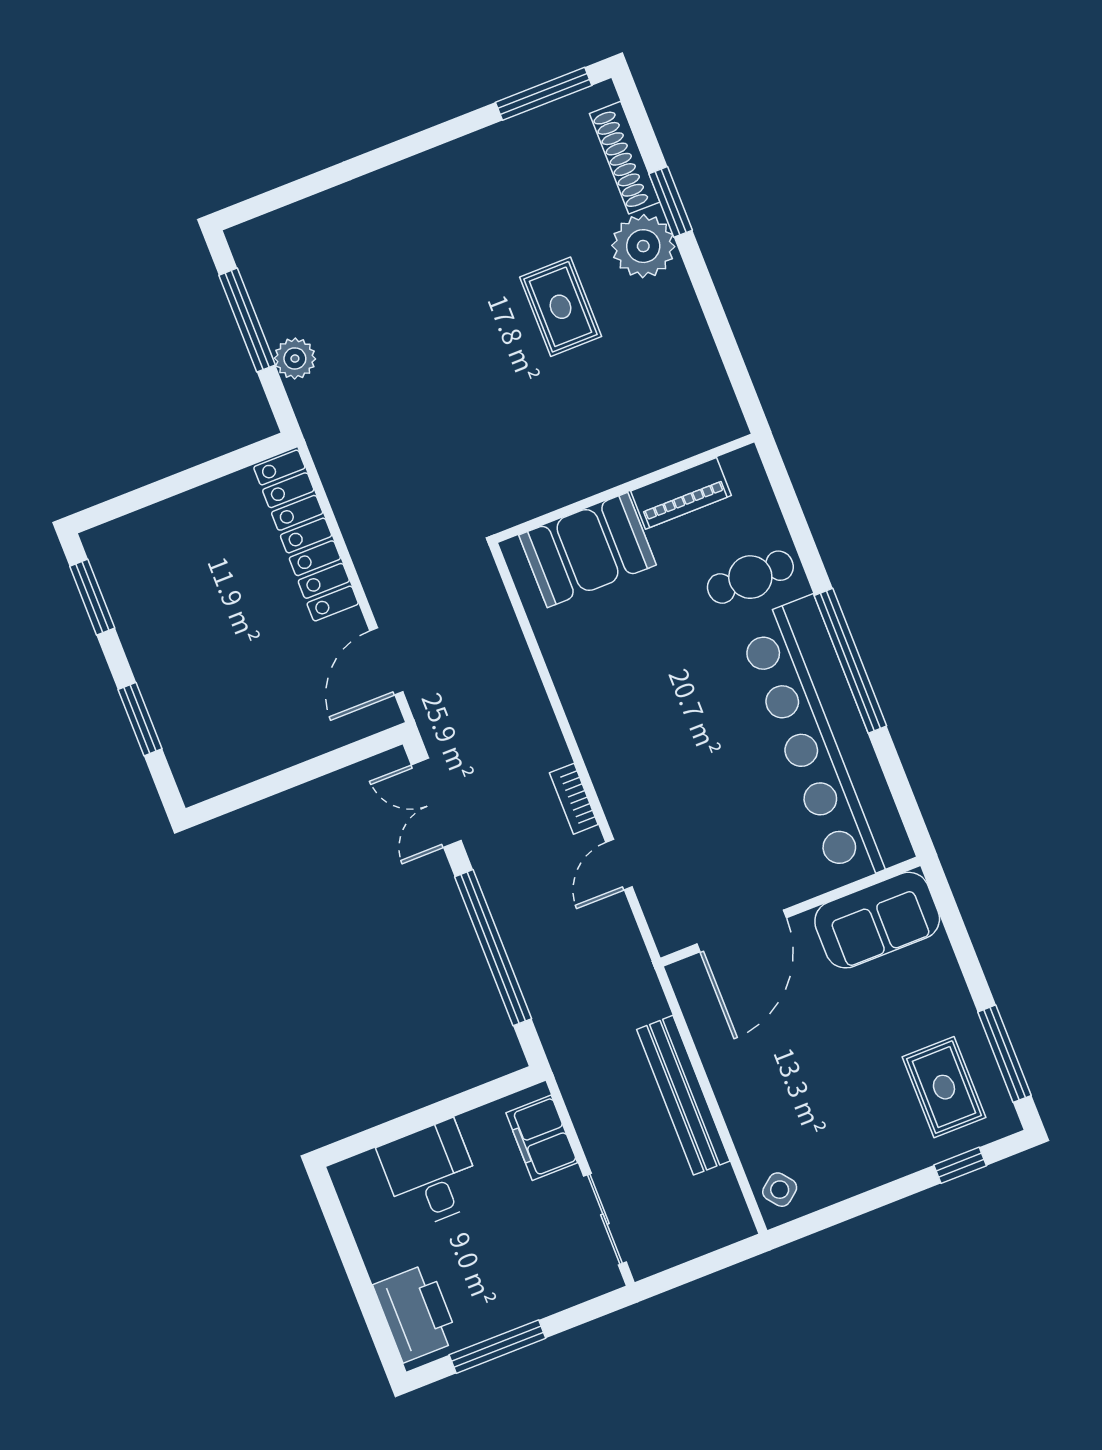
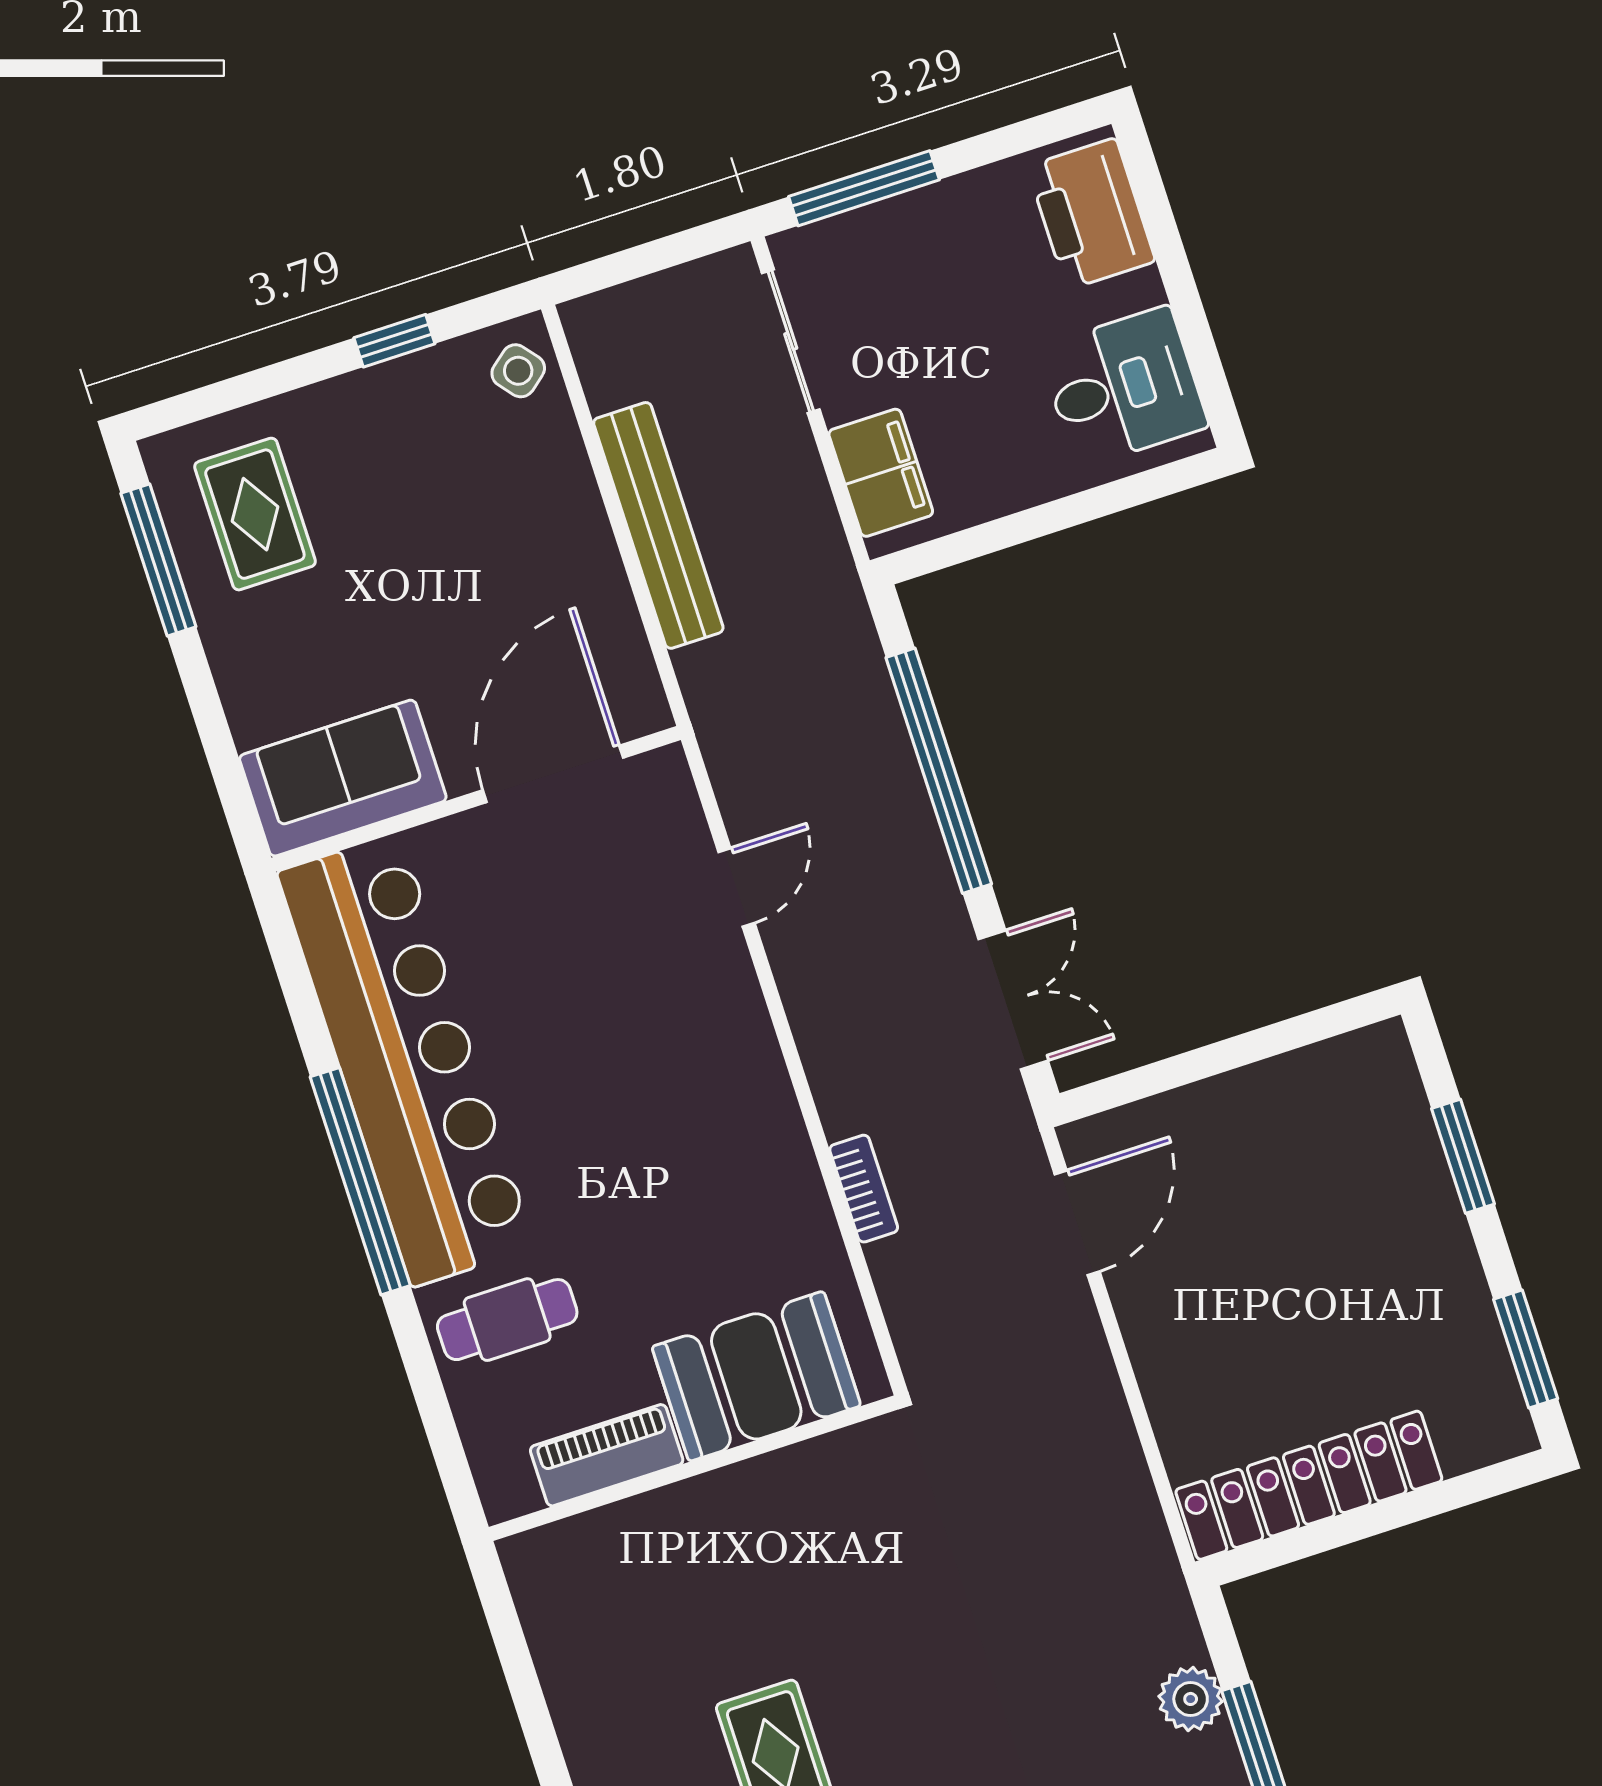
locker: (306, 536) -> (1309, 1485), moved, turned -90
bookcase: (574, 799) -> (864, 1189), moved
window: (960, 1165) -> (394, 341), moved
desk: (431, 1174) -> (1123, 387), moved, turned -90
window: (497, 1347) -> (864, 188), moved

